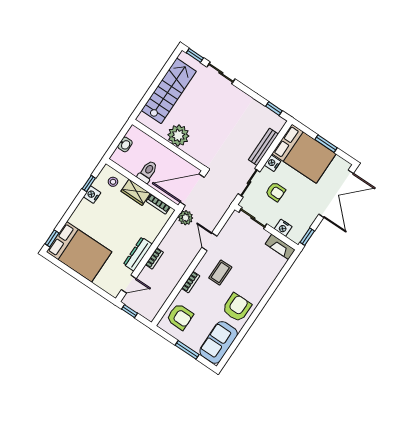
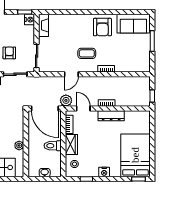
plant: (178, 135) -> (19, 145), width x0.53, depth x0.53
nightstand: (92, 195) -> (104, 172), moved
nightstand: (283, 228) -> (30, 20), moved
door: (129, 284) -> (83, 108), moved
armchair: (237, 307) -> (102, 27), turned -90
armchair: (180, 317) -> (134, 60), removed

